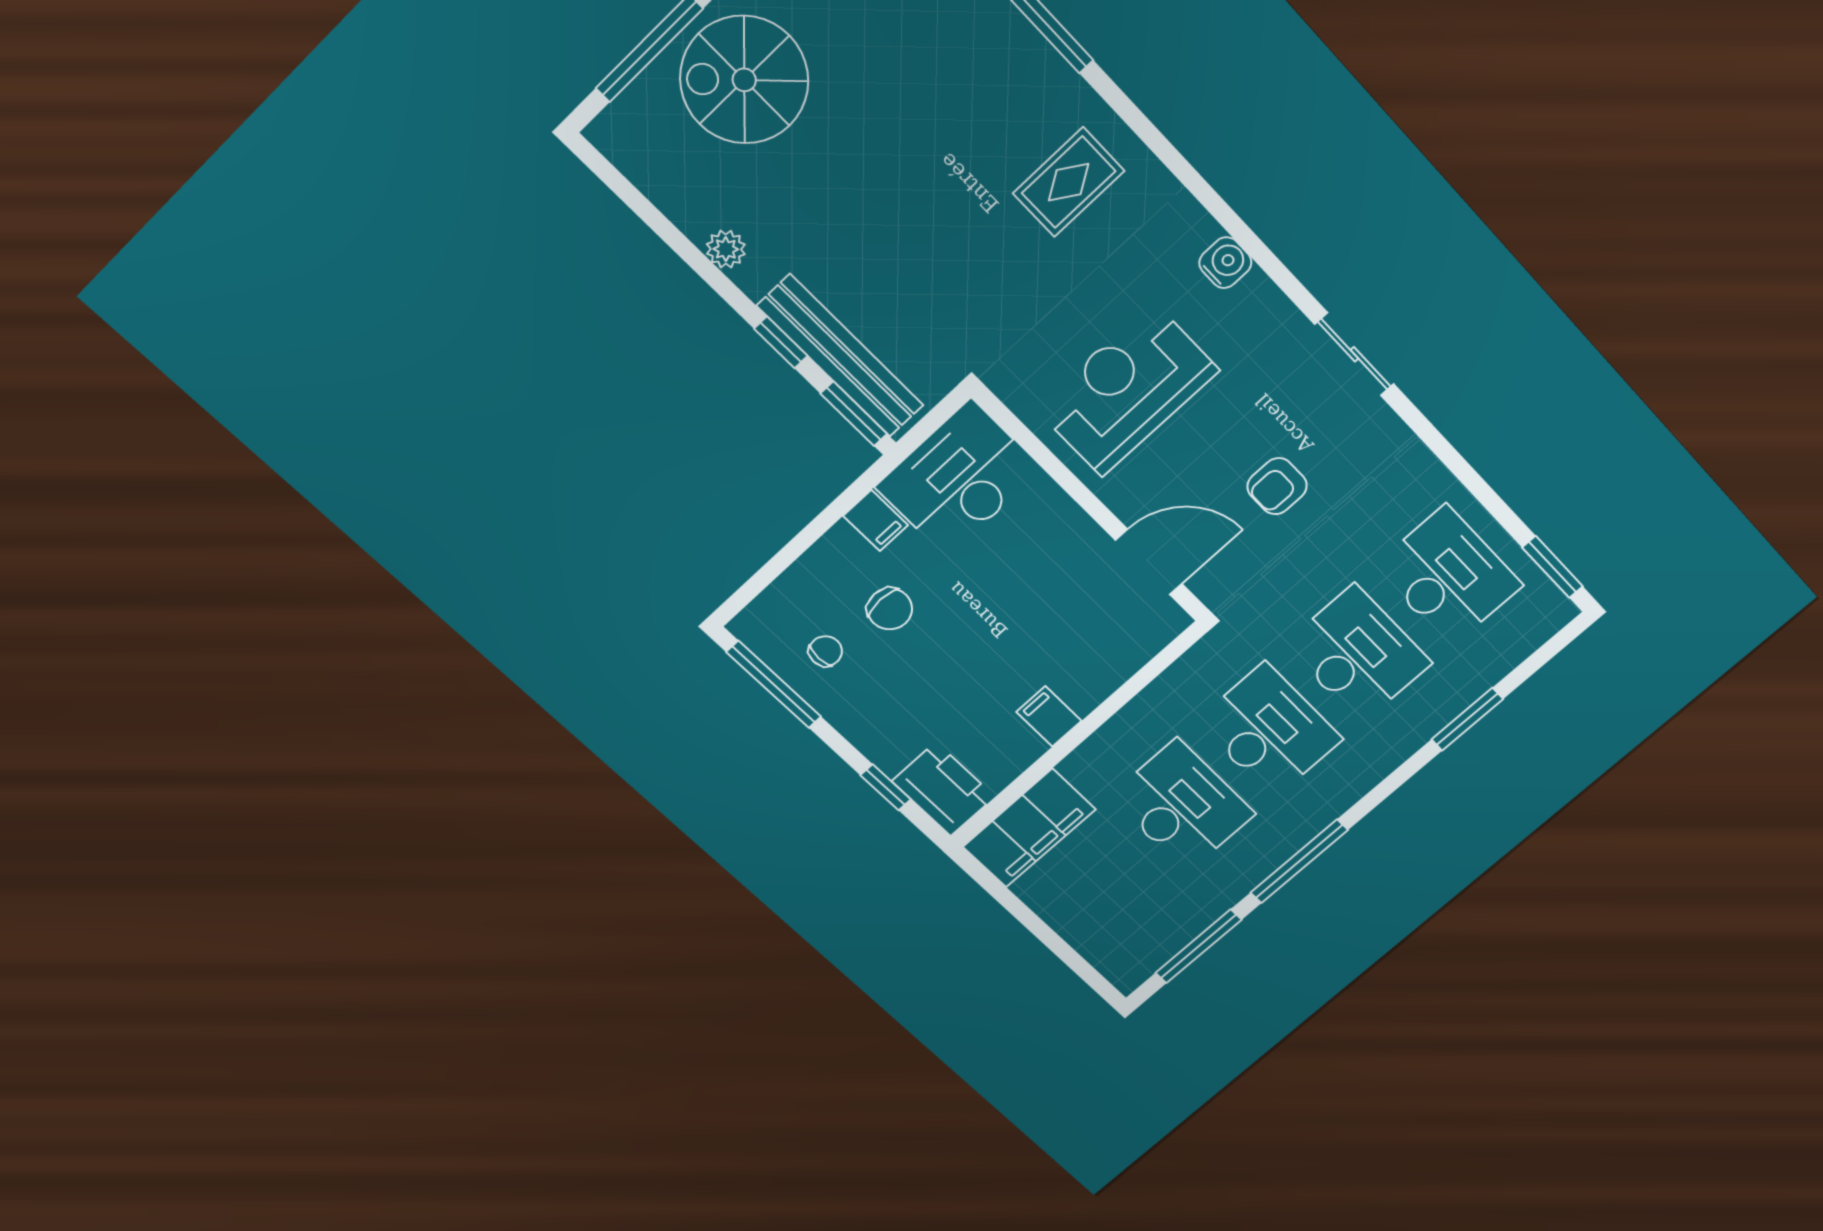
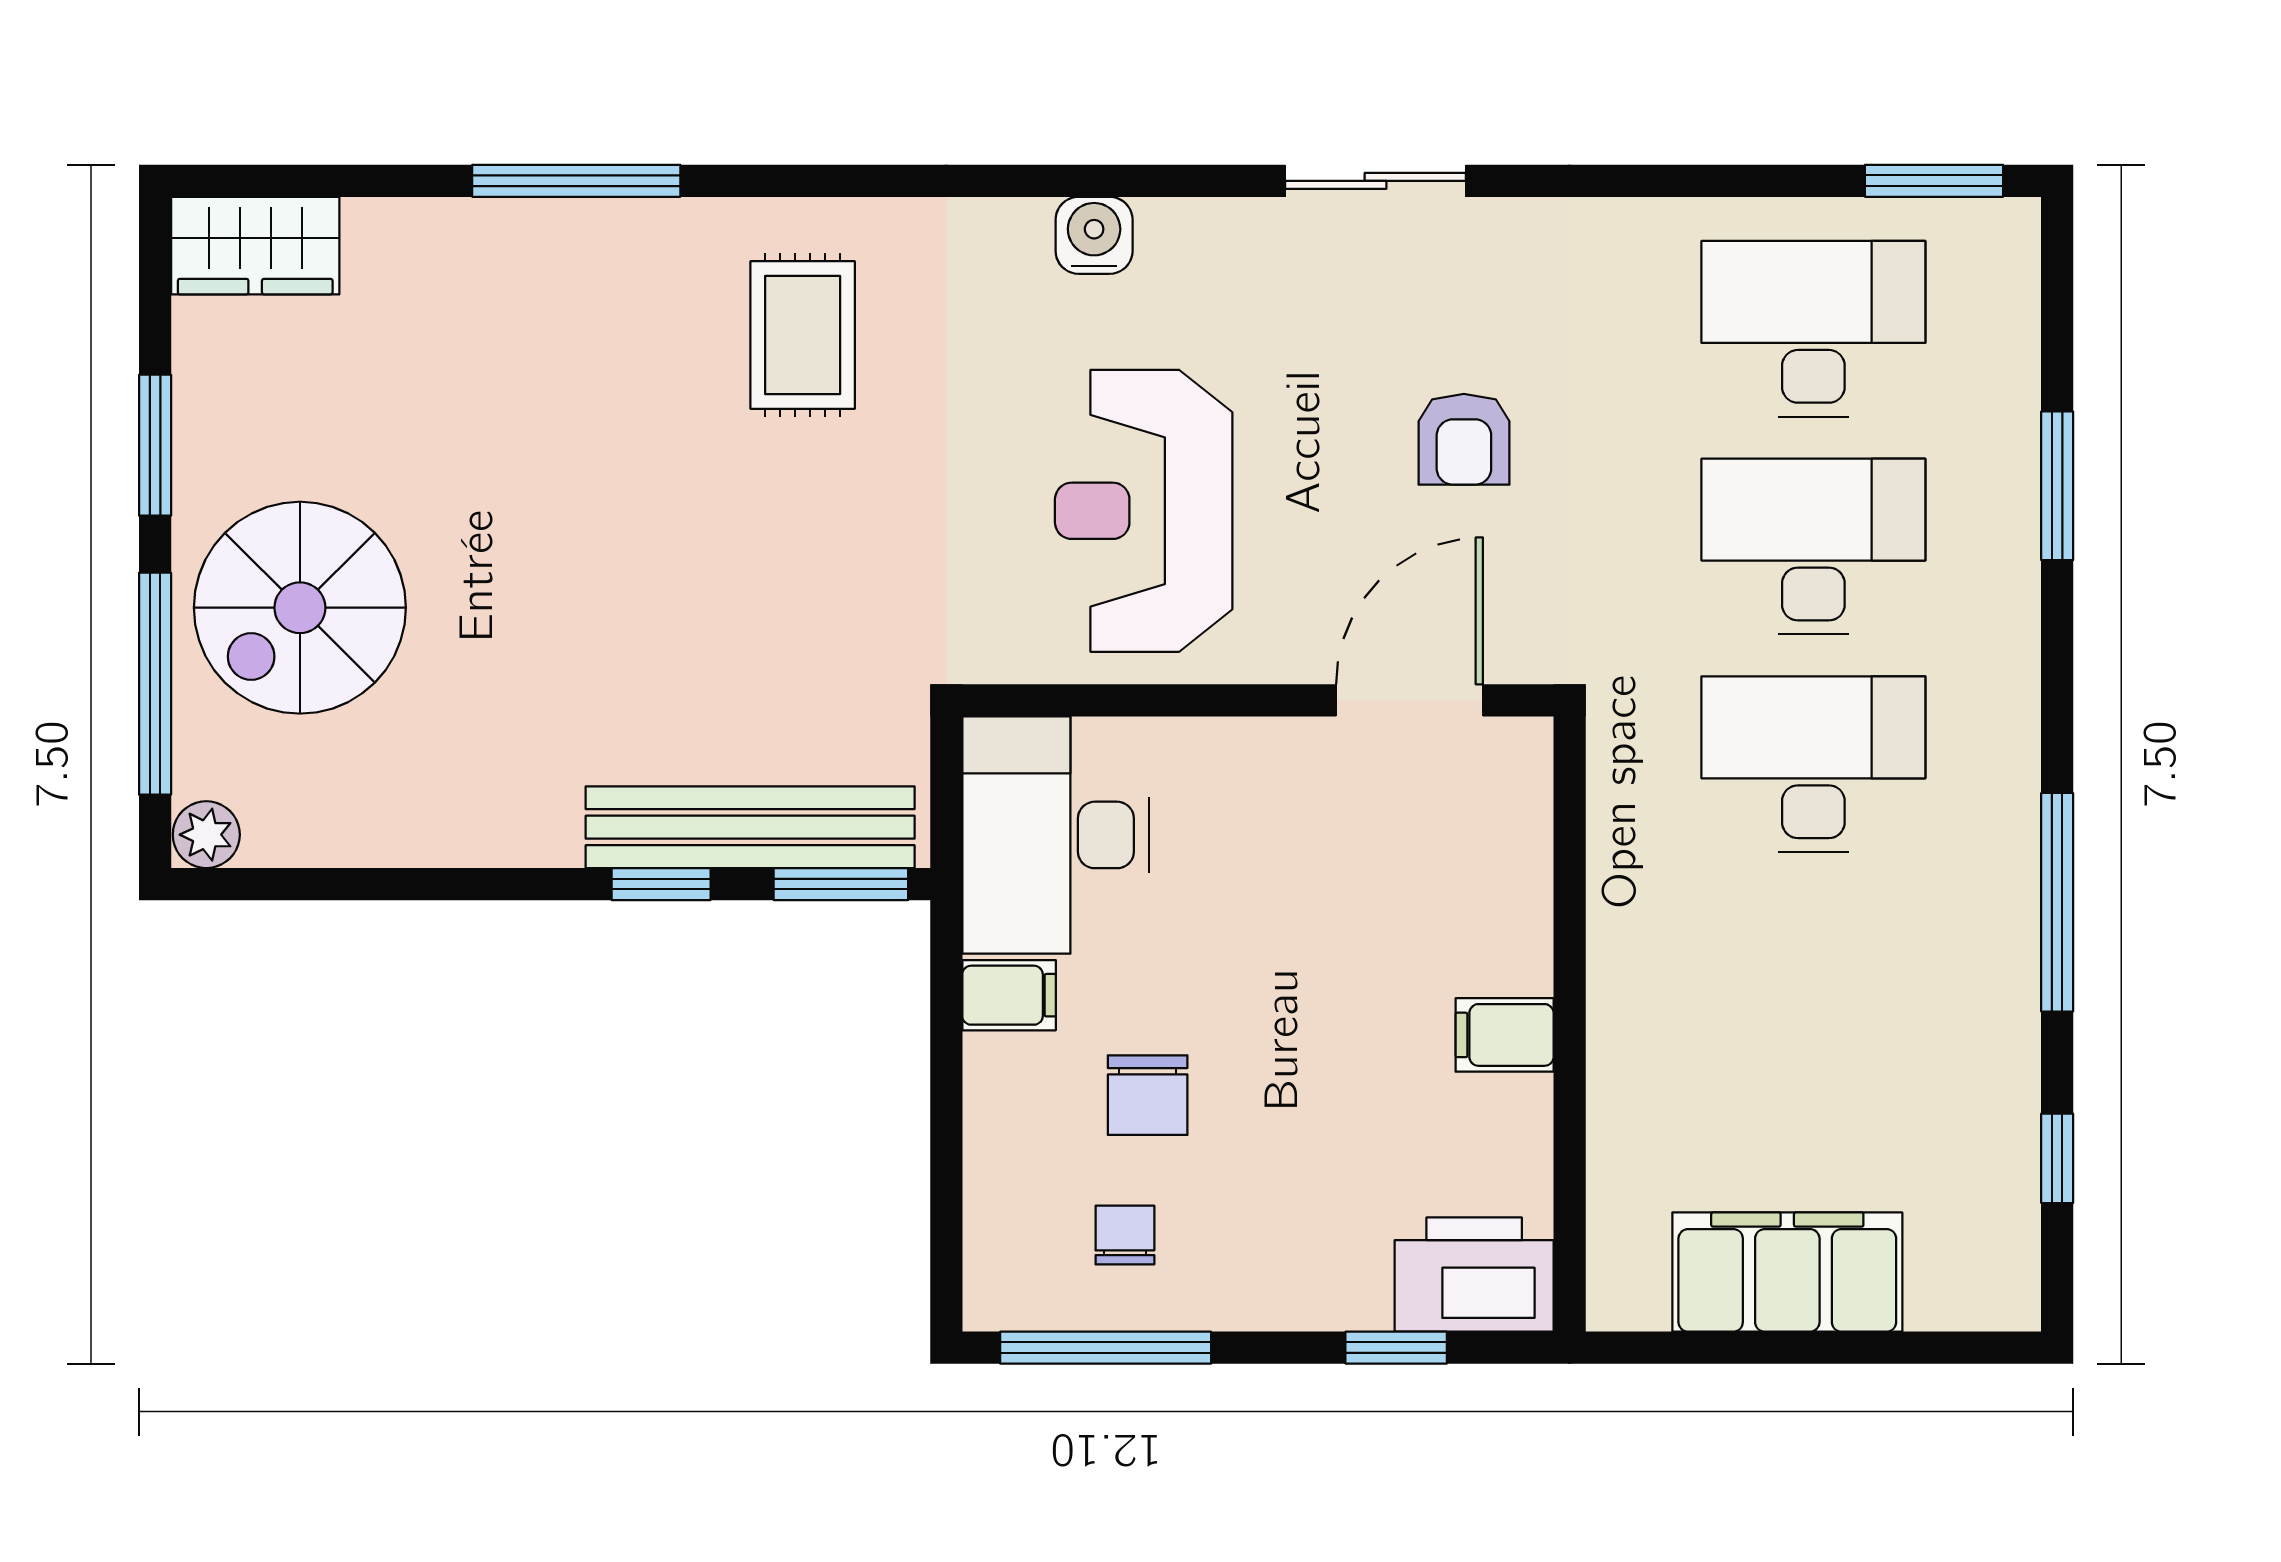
plant: (726, 249) -> (206, 835), moved
chair: (890, 609) -> (1148, 1095), turned 90
desk: (1182, 806) -> (1813, 982), removed
filing cabinet: (1029, 828) -> (1787, 1272), moved, turned -90
window: (1198, 946) -> (2057, 1158), width x0.46

